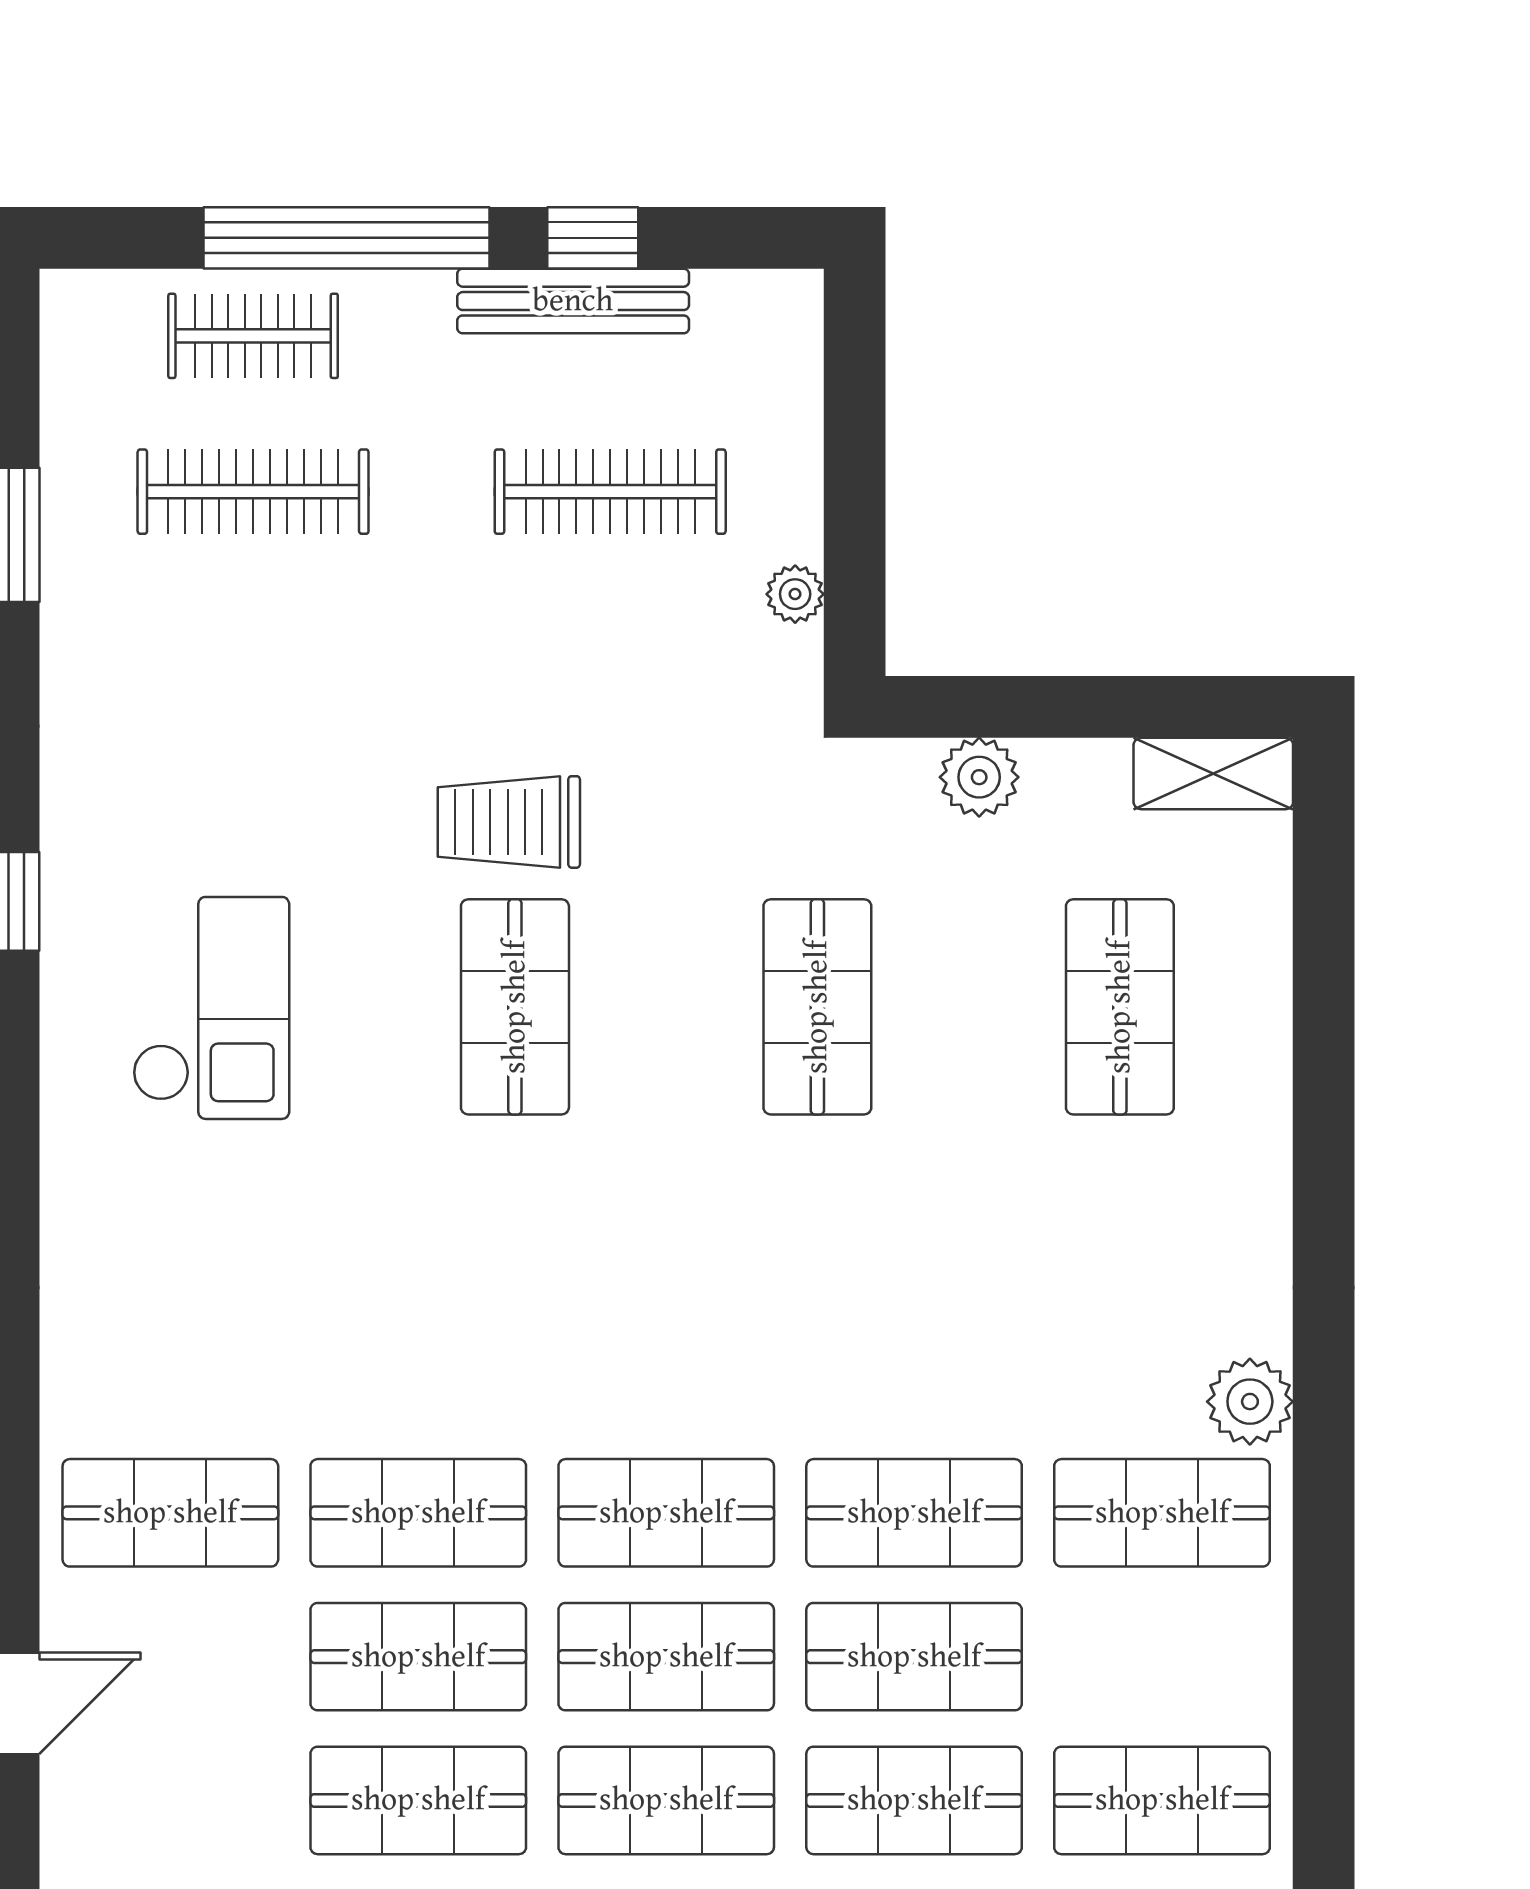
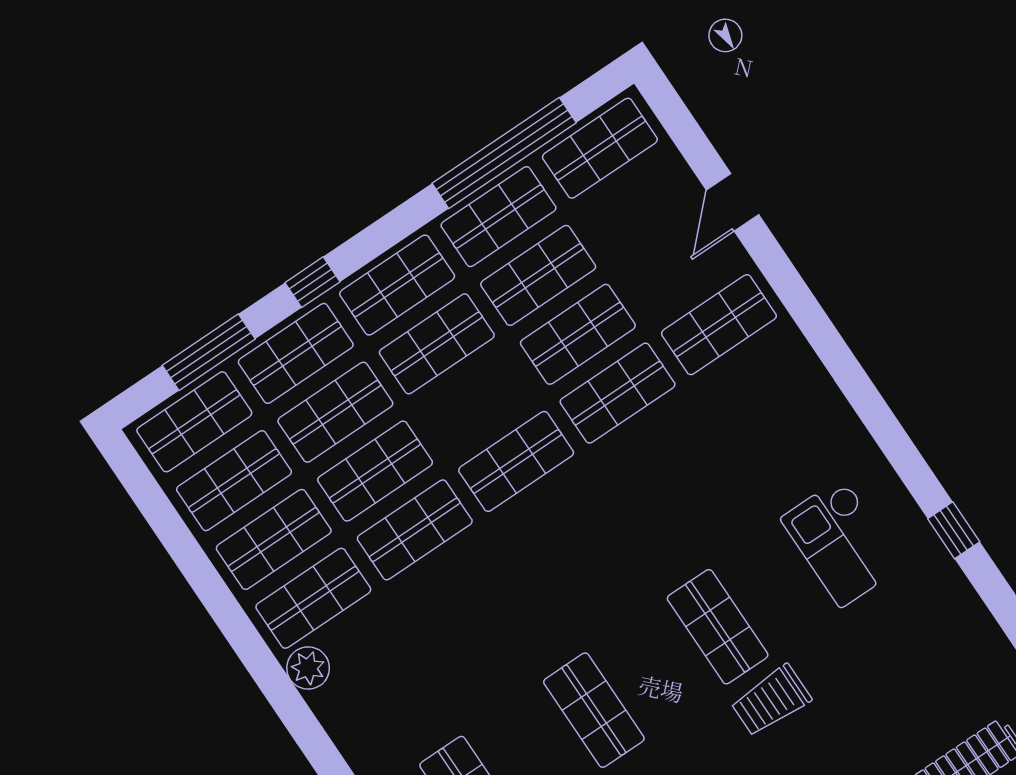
trolley: (509, 822) -> (771, 701), turned 180
shop shelf: (666, 1657) -> (274, 539), moved

